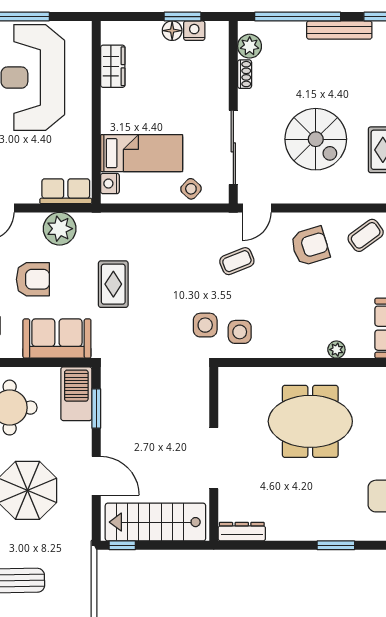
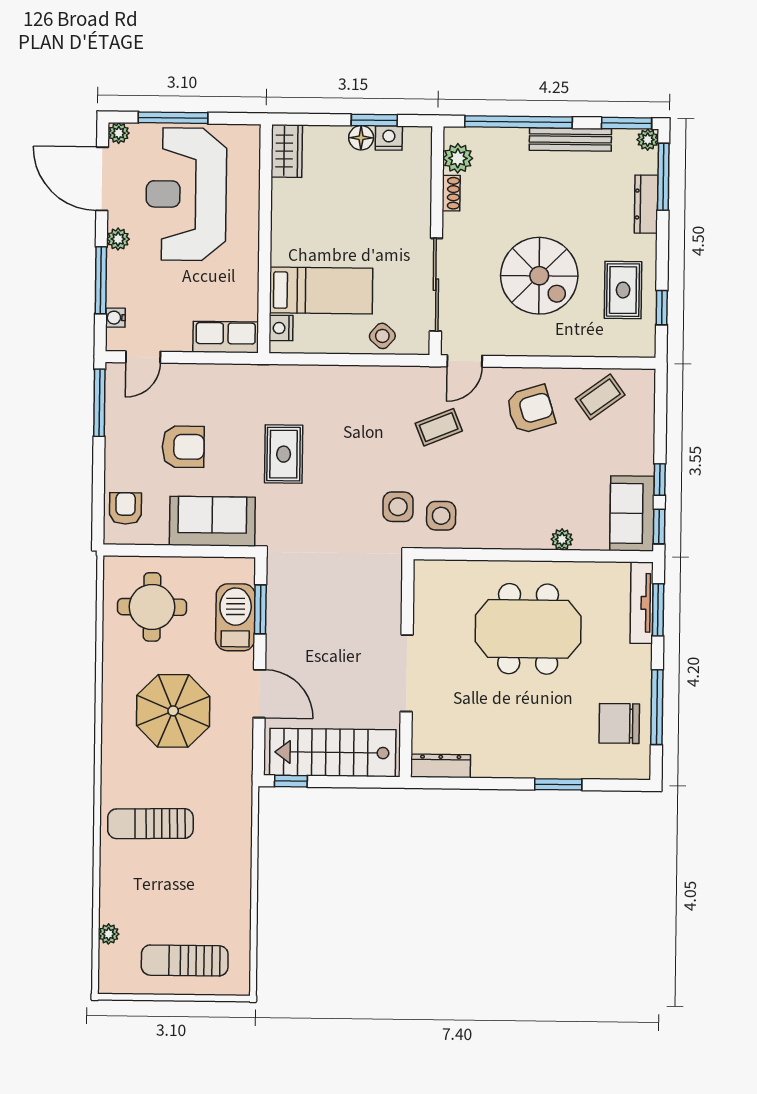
wardrobe: (113, 66) -> (287, 151), moved
plant: (60, 229) -> (217, 384), removed
barbecue: (76, 394) -> (235, 617), moved

